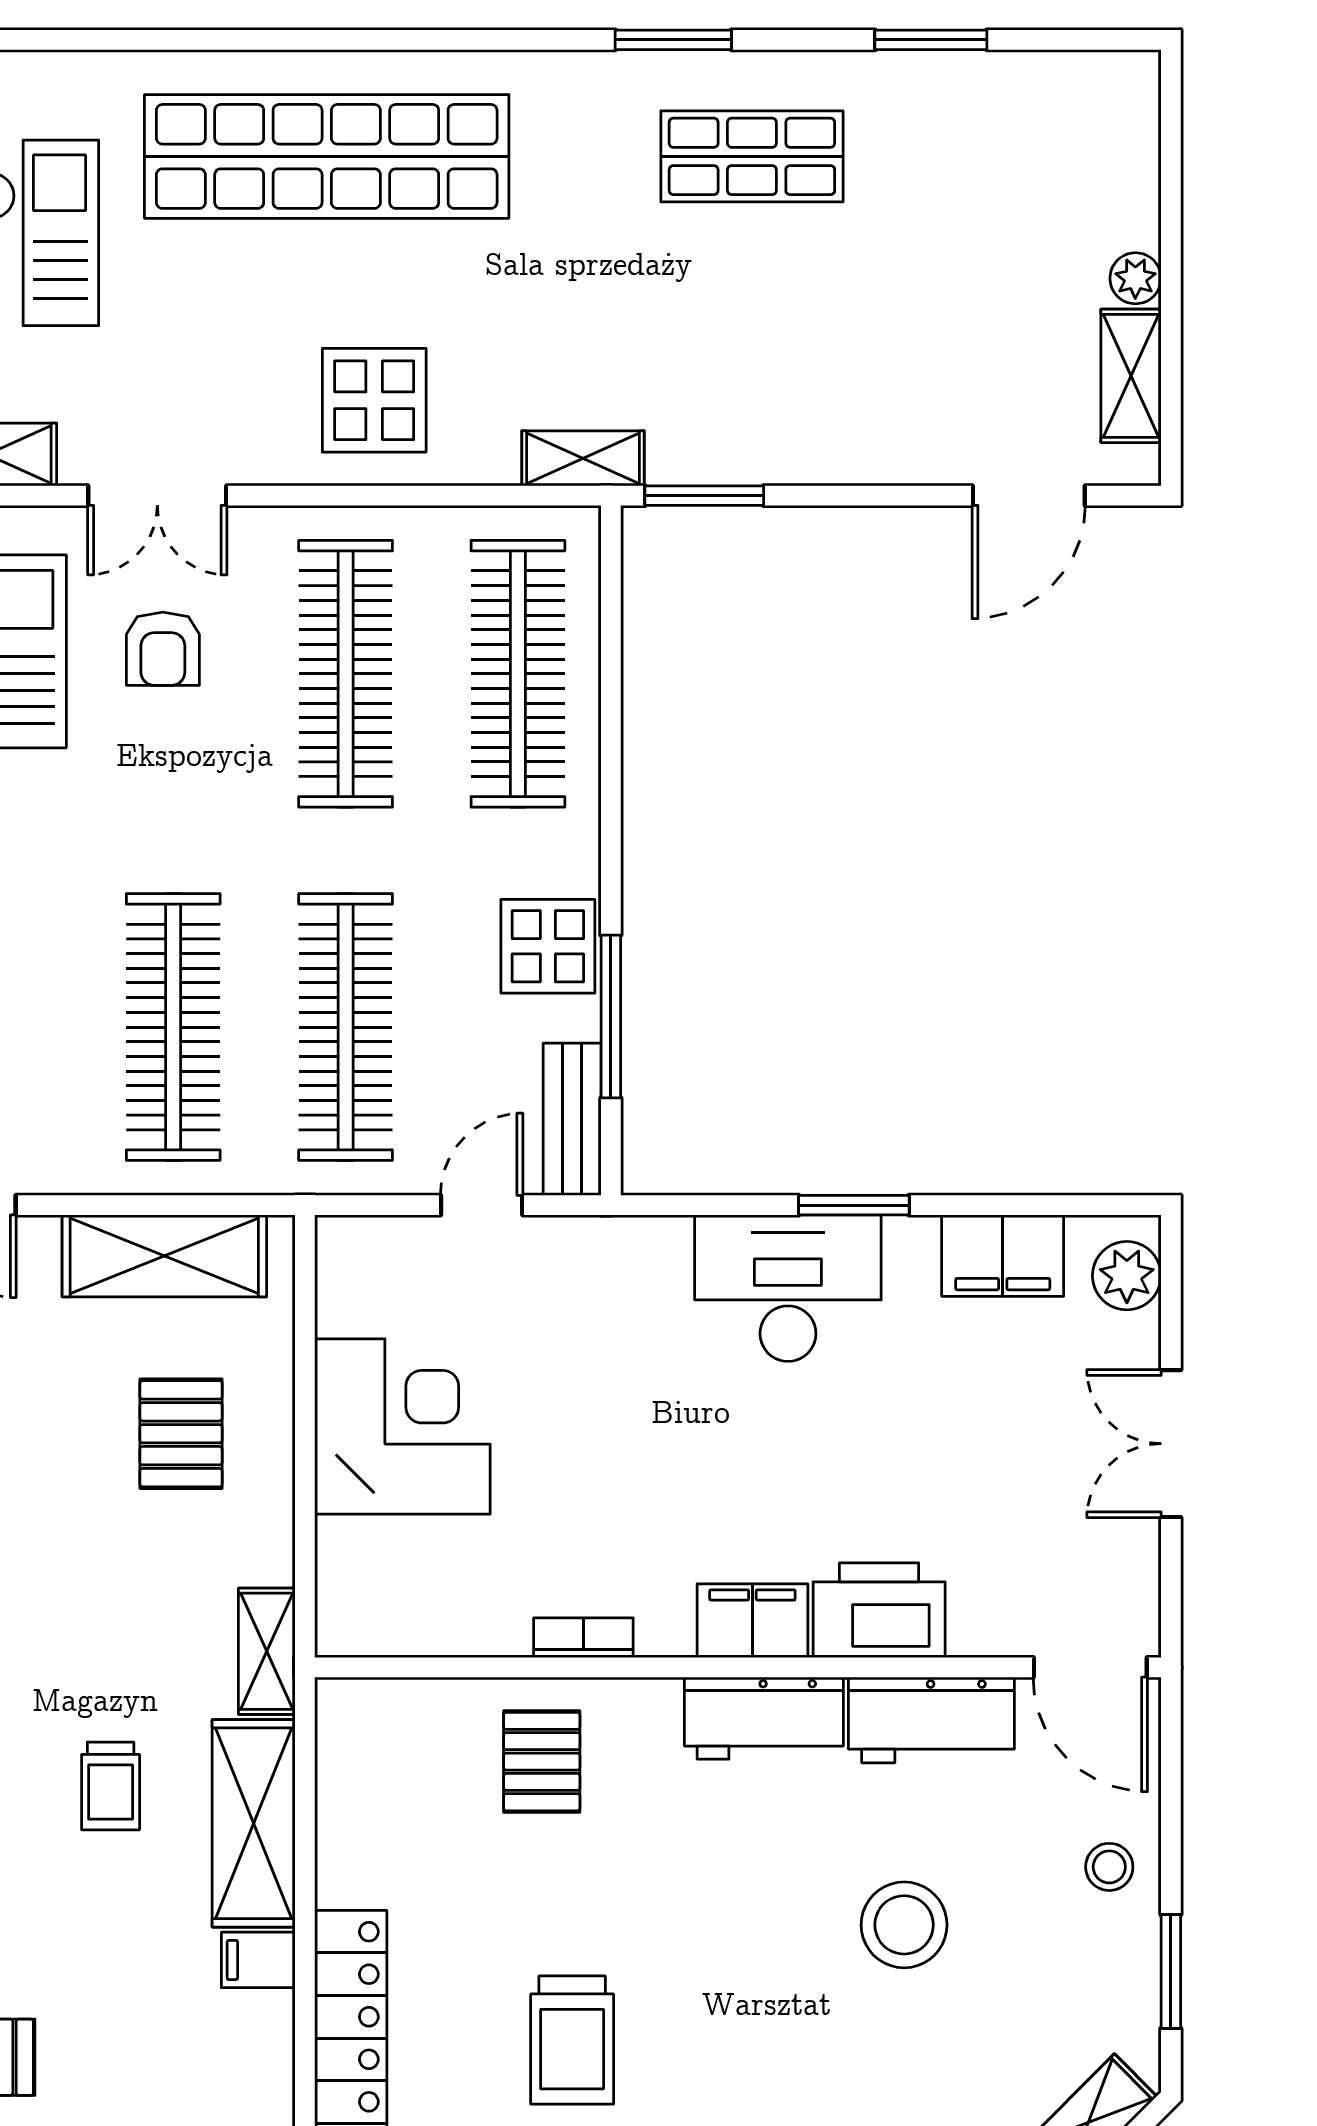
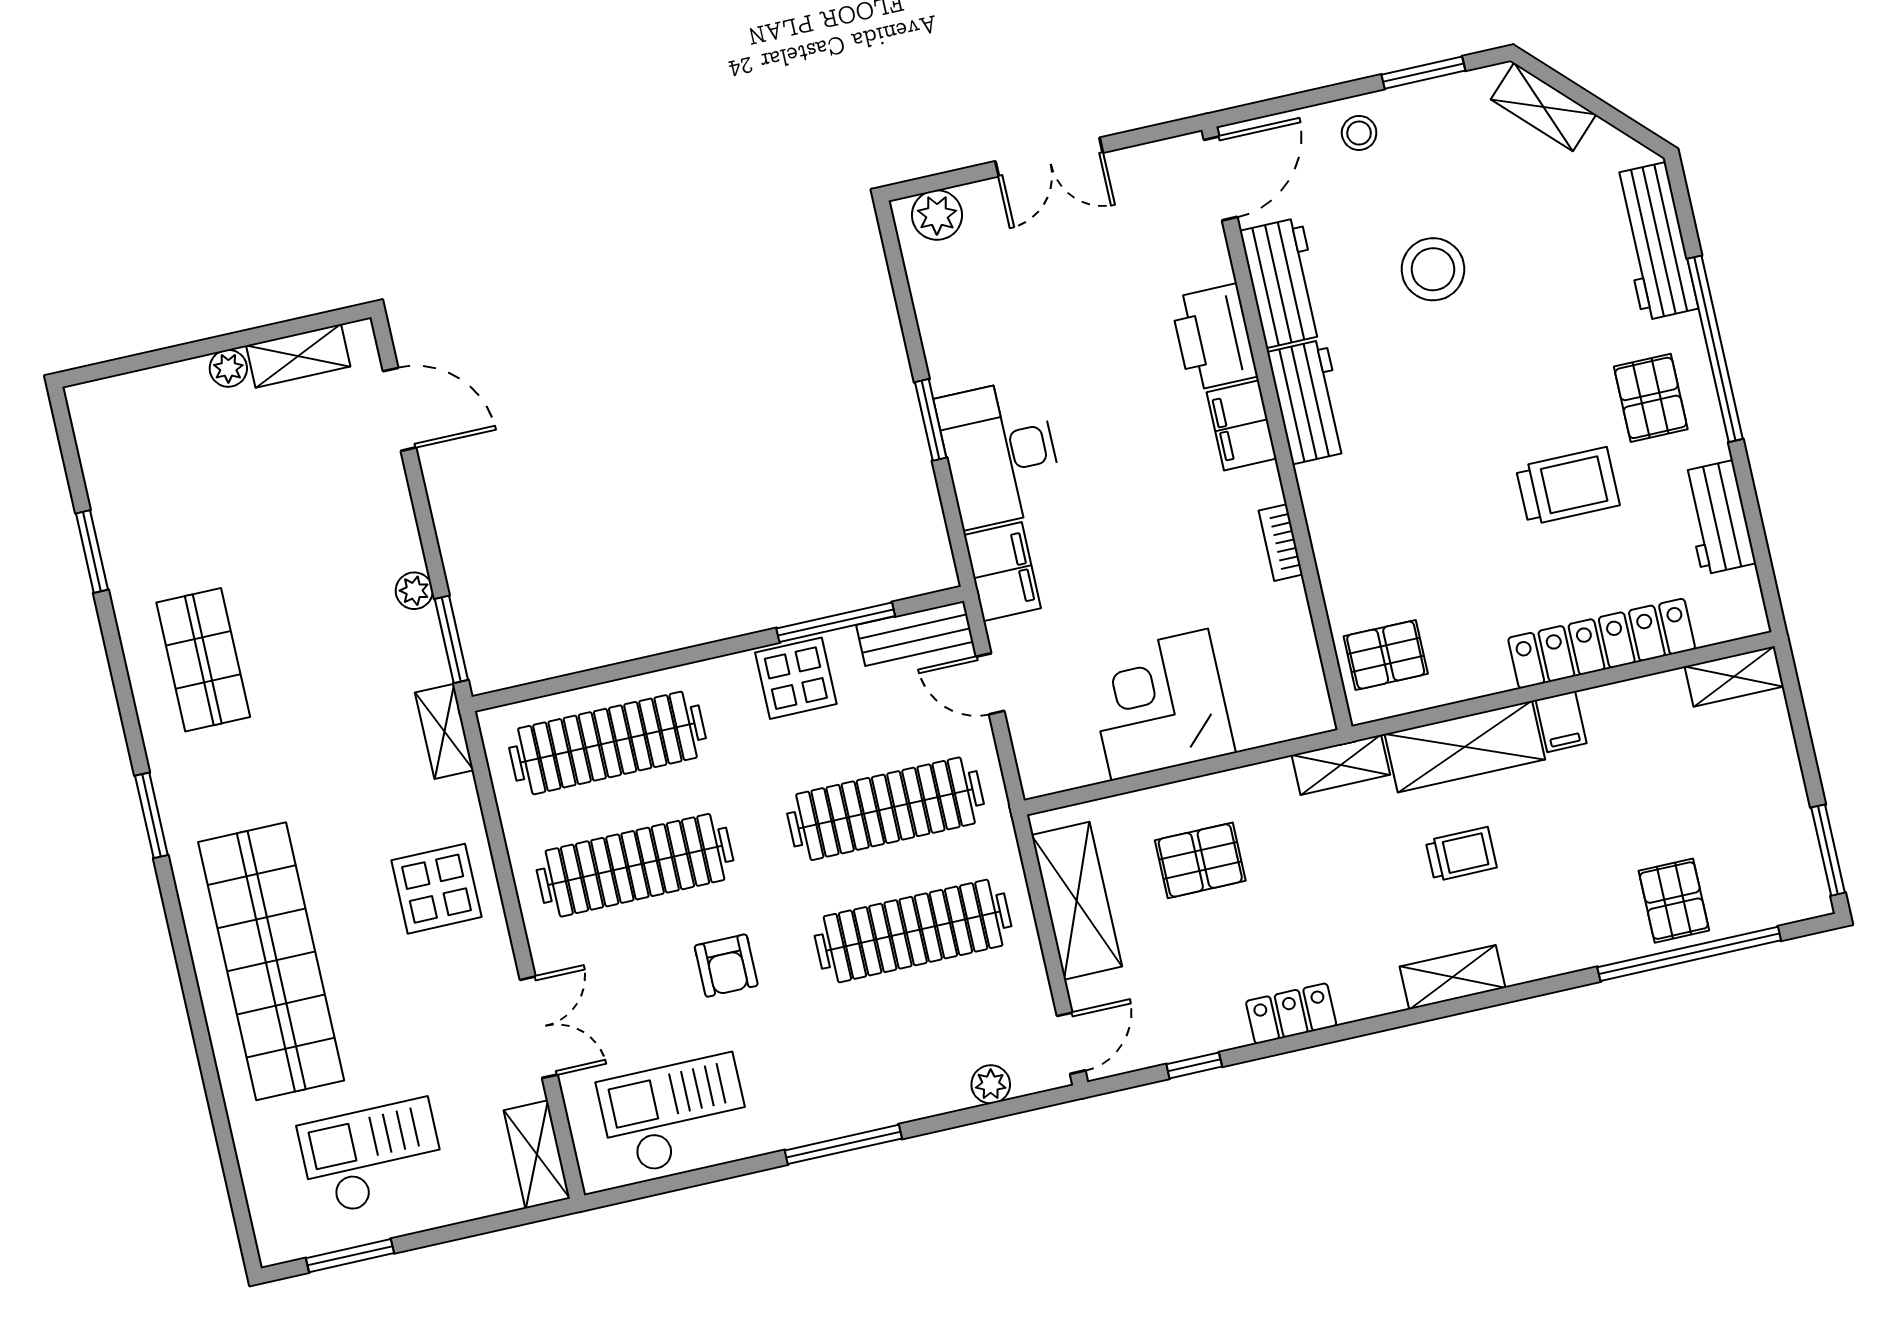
window: (673, 40) -> (151, 815), moved
plant: (781, 460) -> (414, 591), added
armchair: (163, 649) -> (726, 966), moved, turned 90
filing cabinet: (1003, 1256) -> (1002, 572), moved
pallet: (542, 1762) -> (1386, 655), moved

